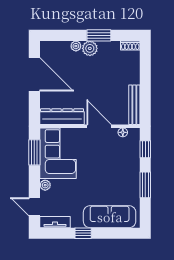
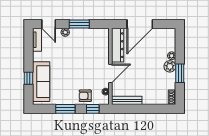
door: (34, 74) -> (140, 24), moved
window: (34, 152) -> (79, 24), moved
corner sofa: (58, 153) -> (90, 42), removed
armchair: (128, 159) -> (85, 96), added
door: (34, 207) -> (49, 24), swing flipped
window: (83, 233) -> (28, 78), moved

